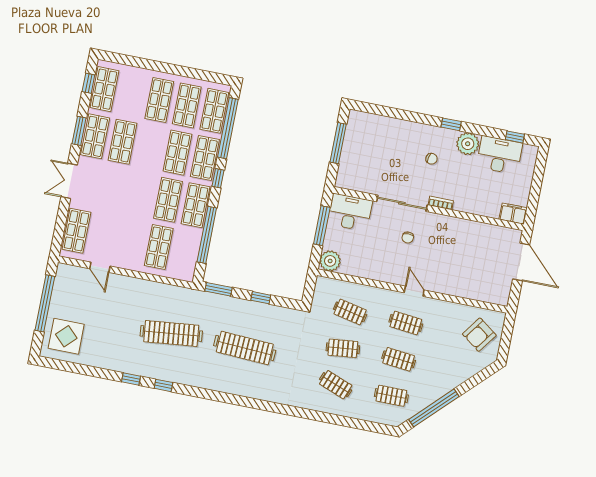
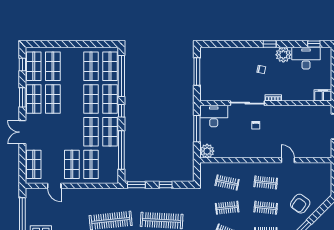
shop shelf: (159, 100) -> (53, 66), moved
shop shelf: (131, 242) -> (72, 164), added
door: (414, 291) -> (288, 160), moved
armchair: (479, 335) -> (300, 204), moved

